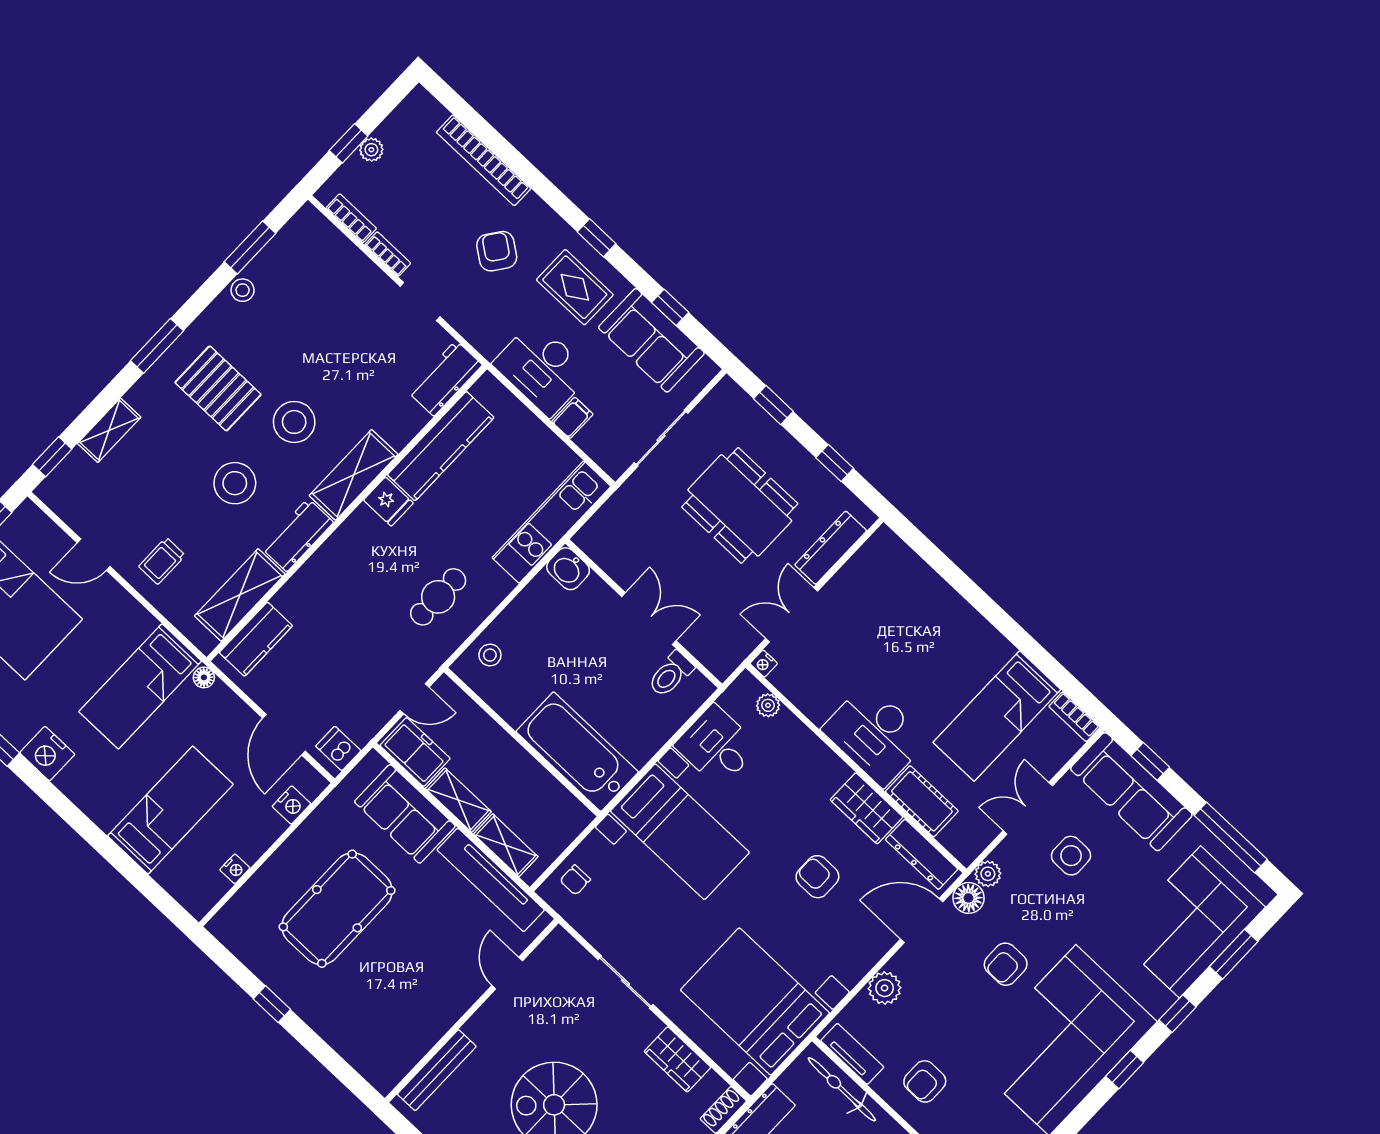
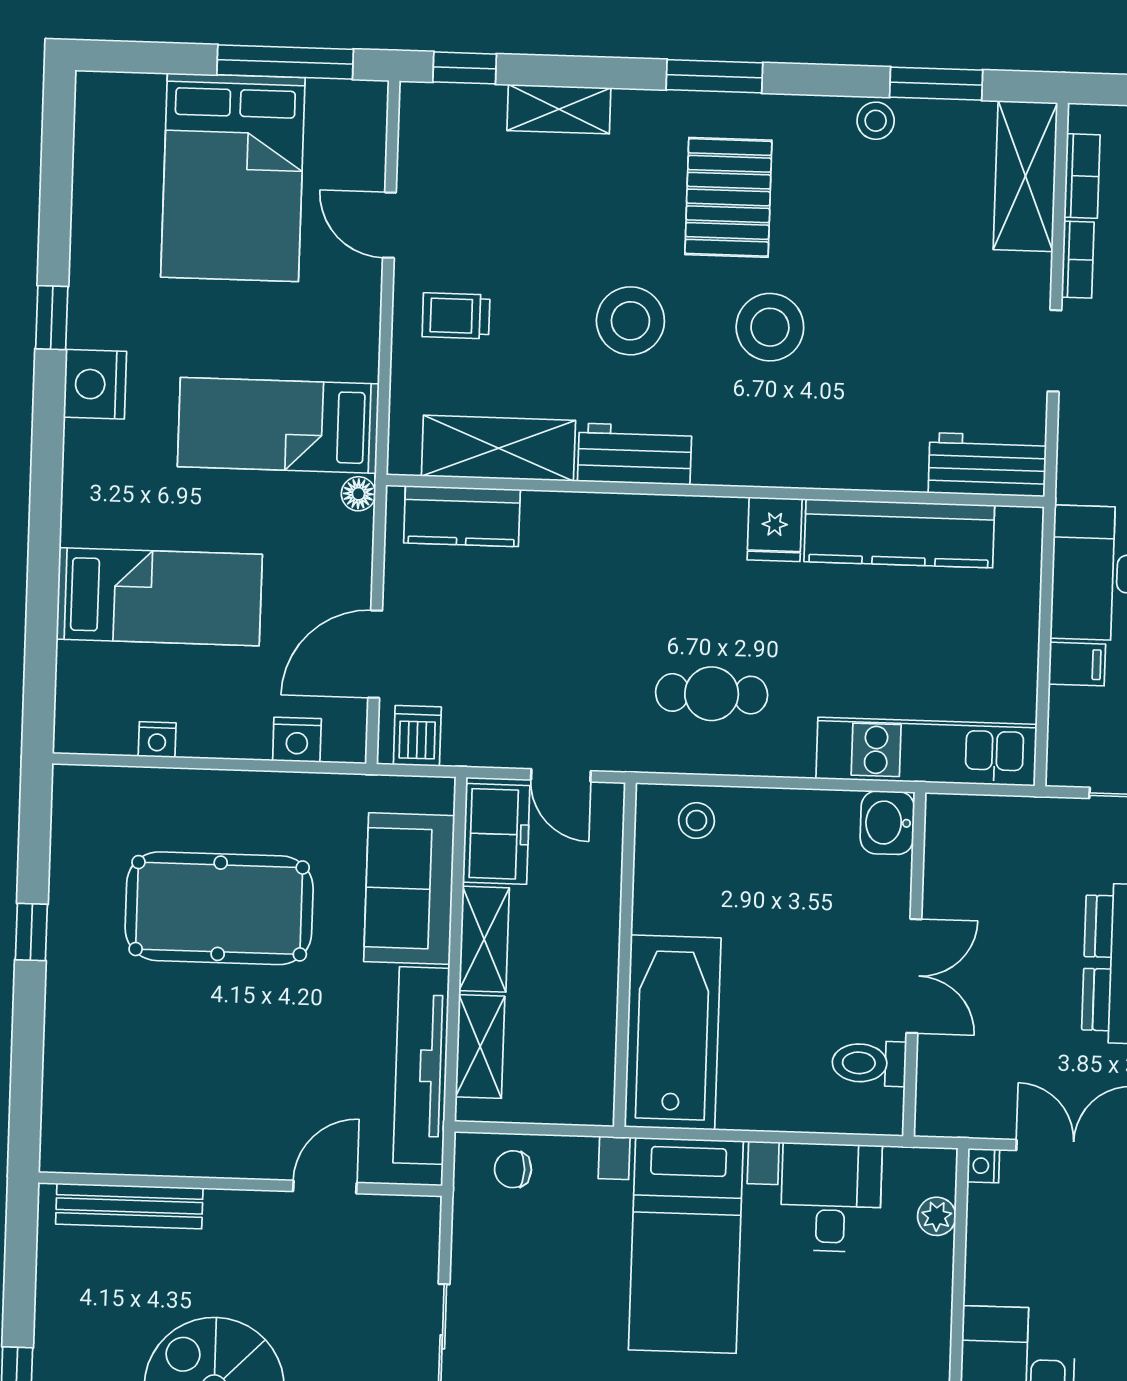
shelving: (354, 475) -> (1025, 176), moved, turned 90

